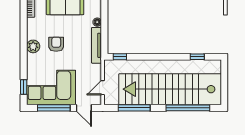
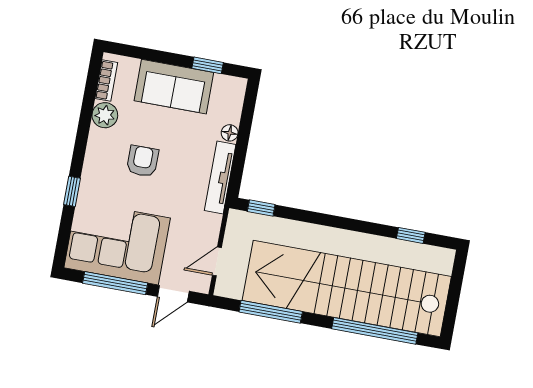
plant: (33, 46) -> (105, 115), moved
window: (24, 87) -> (72, 191), moved
door: (84, 108) -> (173, 294), hinge flipped

